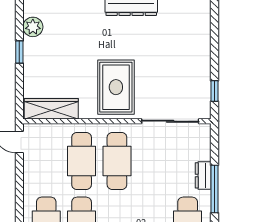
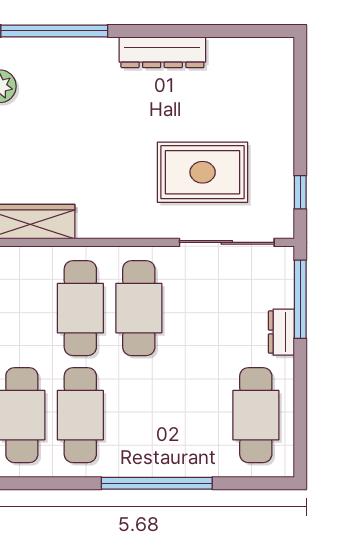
rug: (116, 87) -> (203, 172), moved, turned 90
window: (214, 189) -> (300, 299), moved

